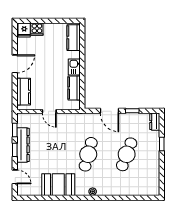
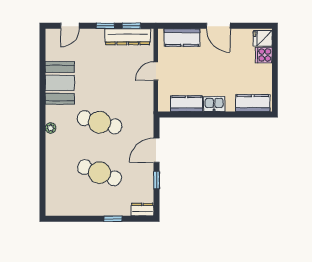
dresser: (23, 145) -> (128, 37), moved

